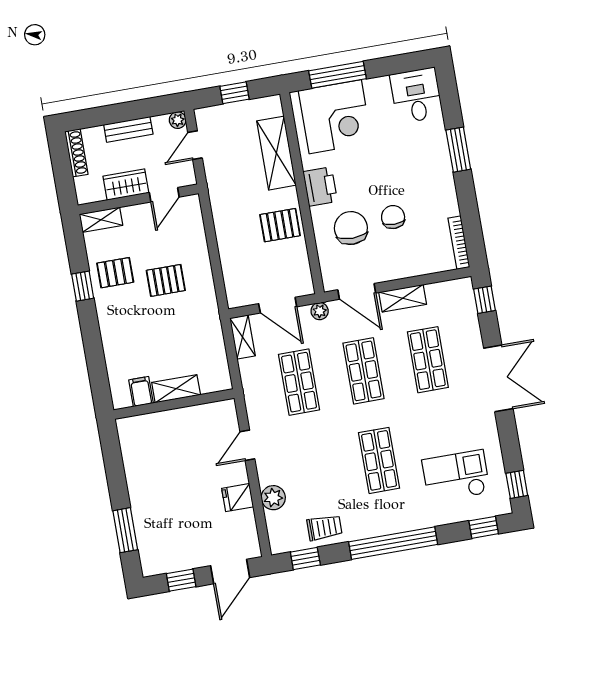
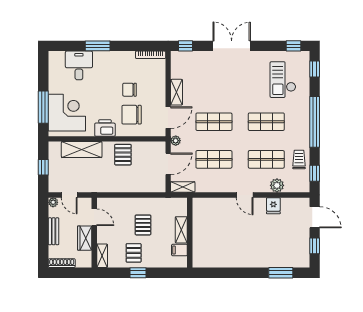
desk: (416, 95) -> (79, 65), moved, turned 90
shop shelf: (428, 360) -> (266, 159), moved
shelving: (176, 389) -> (181, 230), moved
filing cabinet: (141, 392) -> (179, 250), moved
wall: (174, 404) -> (190, 233), moved

